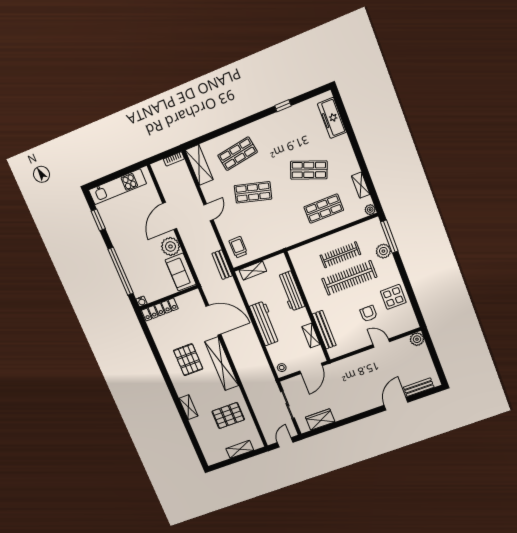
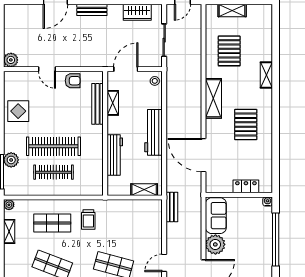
trolley: (238, 247) -> (88, 220), moved
locker: (160, 309) -> (246, 186), width x0.66
armchair: (369, 314) -> (73, 81), moved, turned -90
shelving: (222, 364) -> (213, 98), width x0.68
bench: (419, 387) -> (92, 10), moved
pallet: (228, 416) -> (229, 51), turned 90

